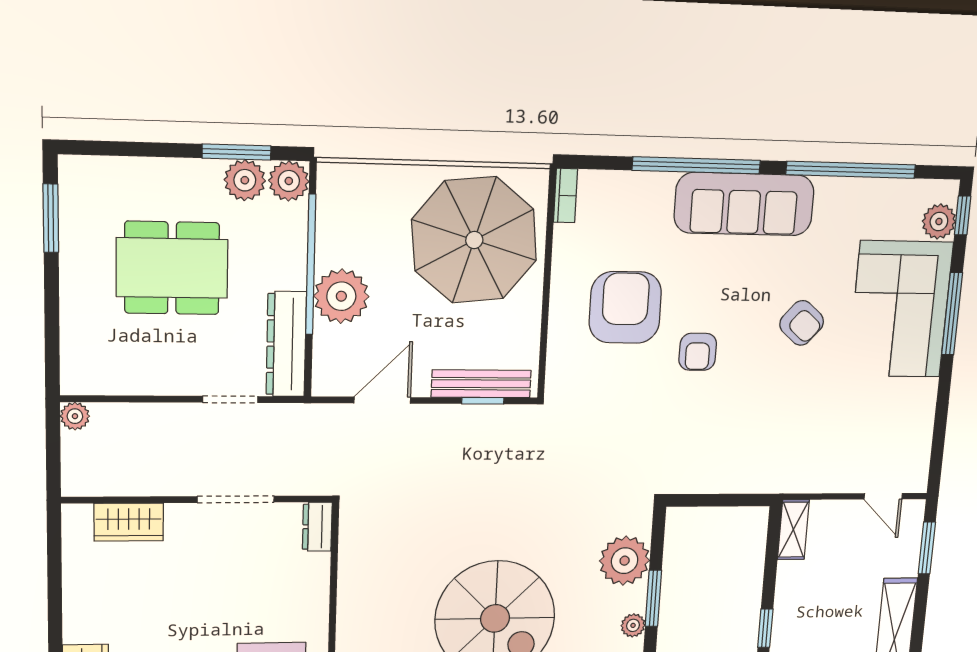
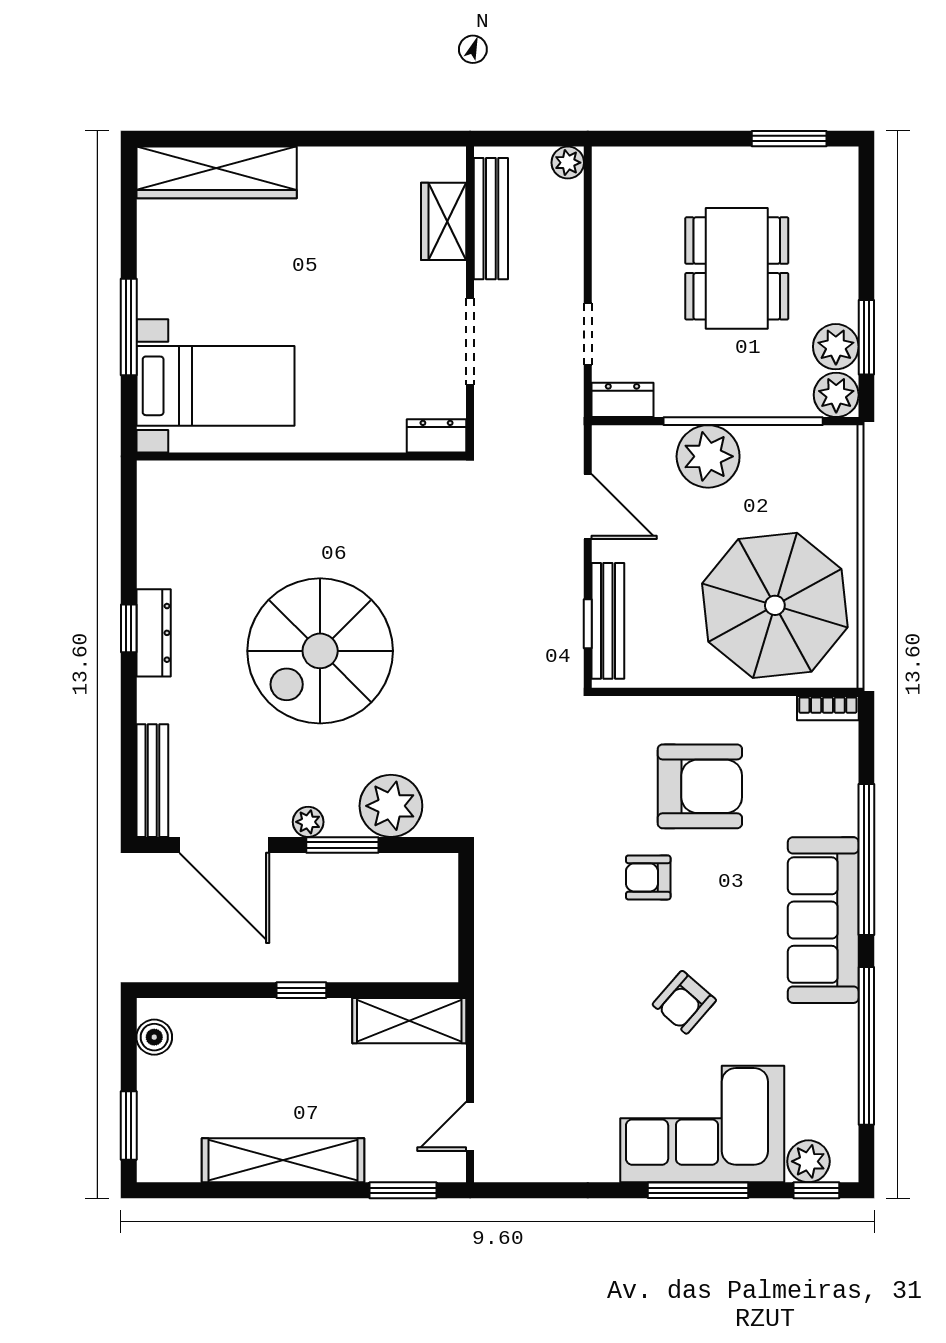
dresser: (286, 344) -> (622, 400), width x0.51, depth x0.80
bench: (126, 482) -> (491, 219), added
shelving: (793, 530) -> (409, 1021), width x1.50, depth x1.33

